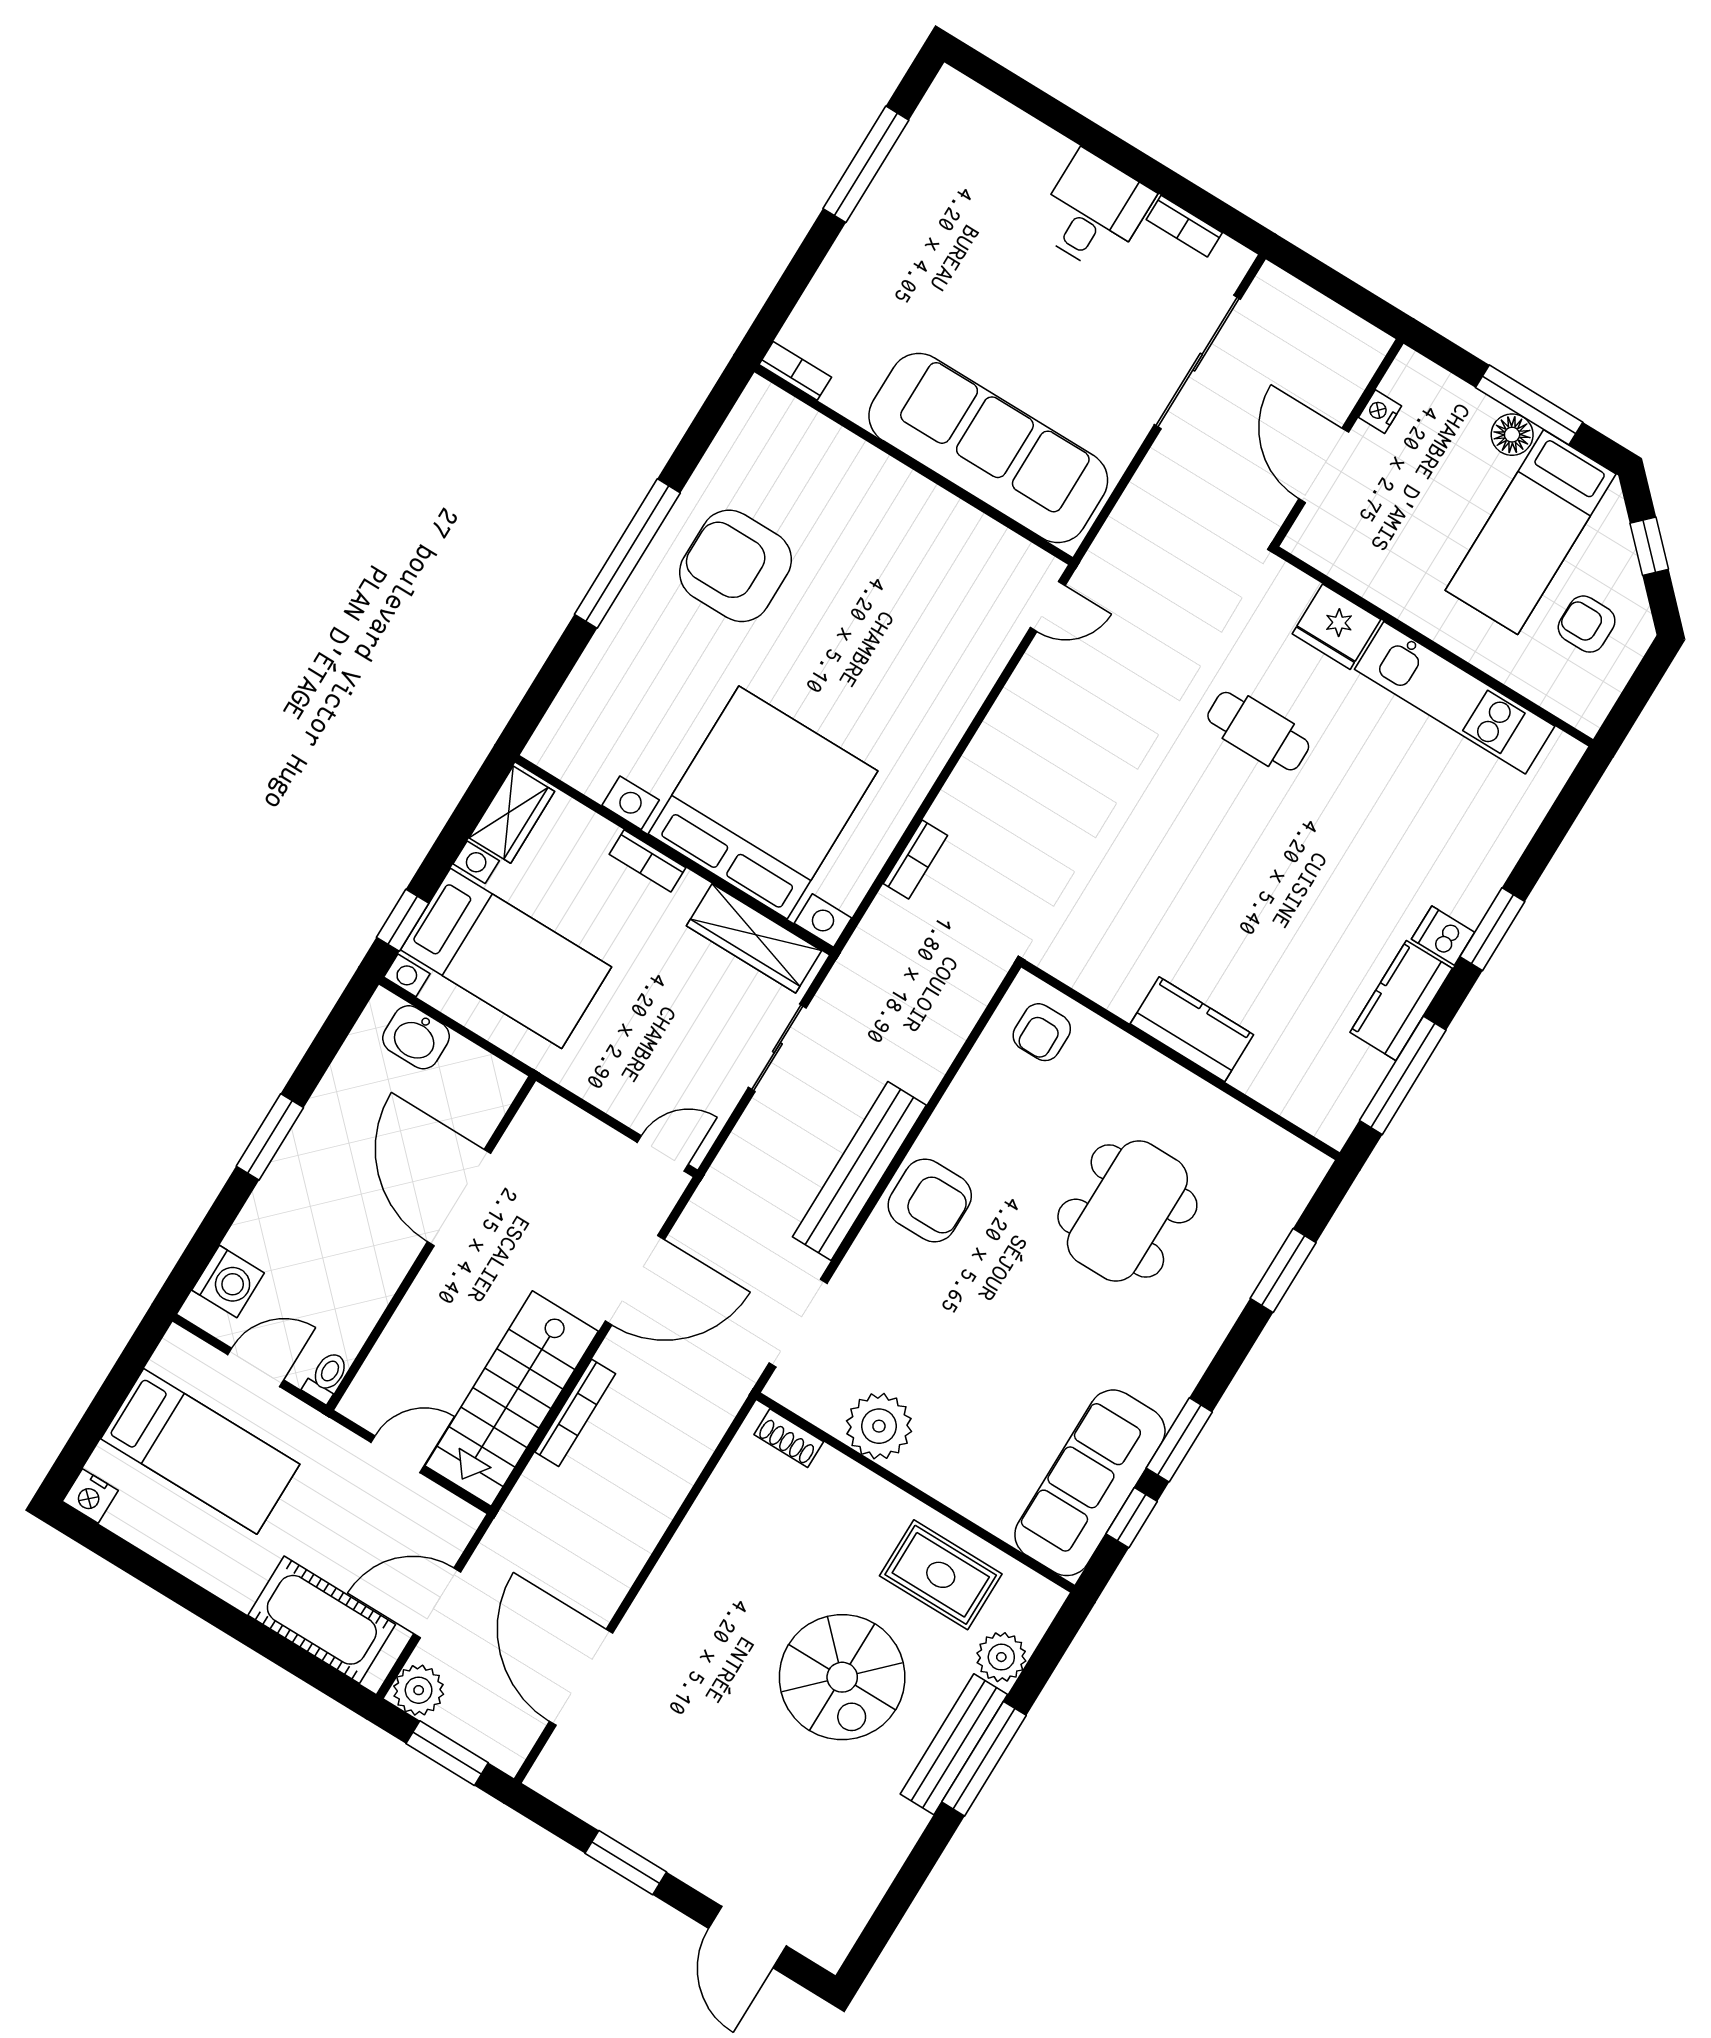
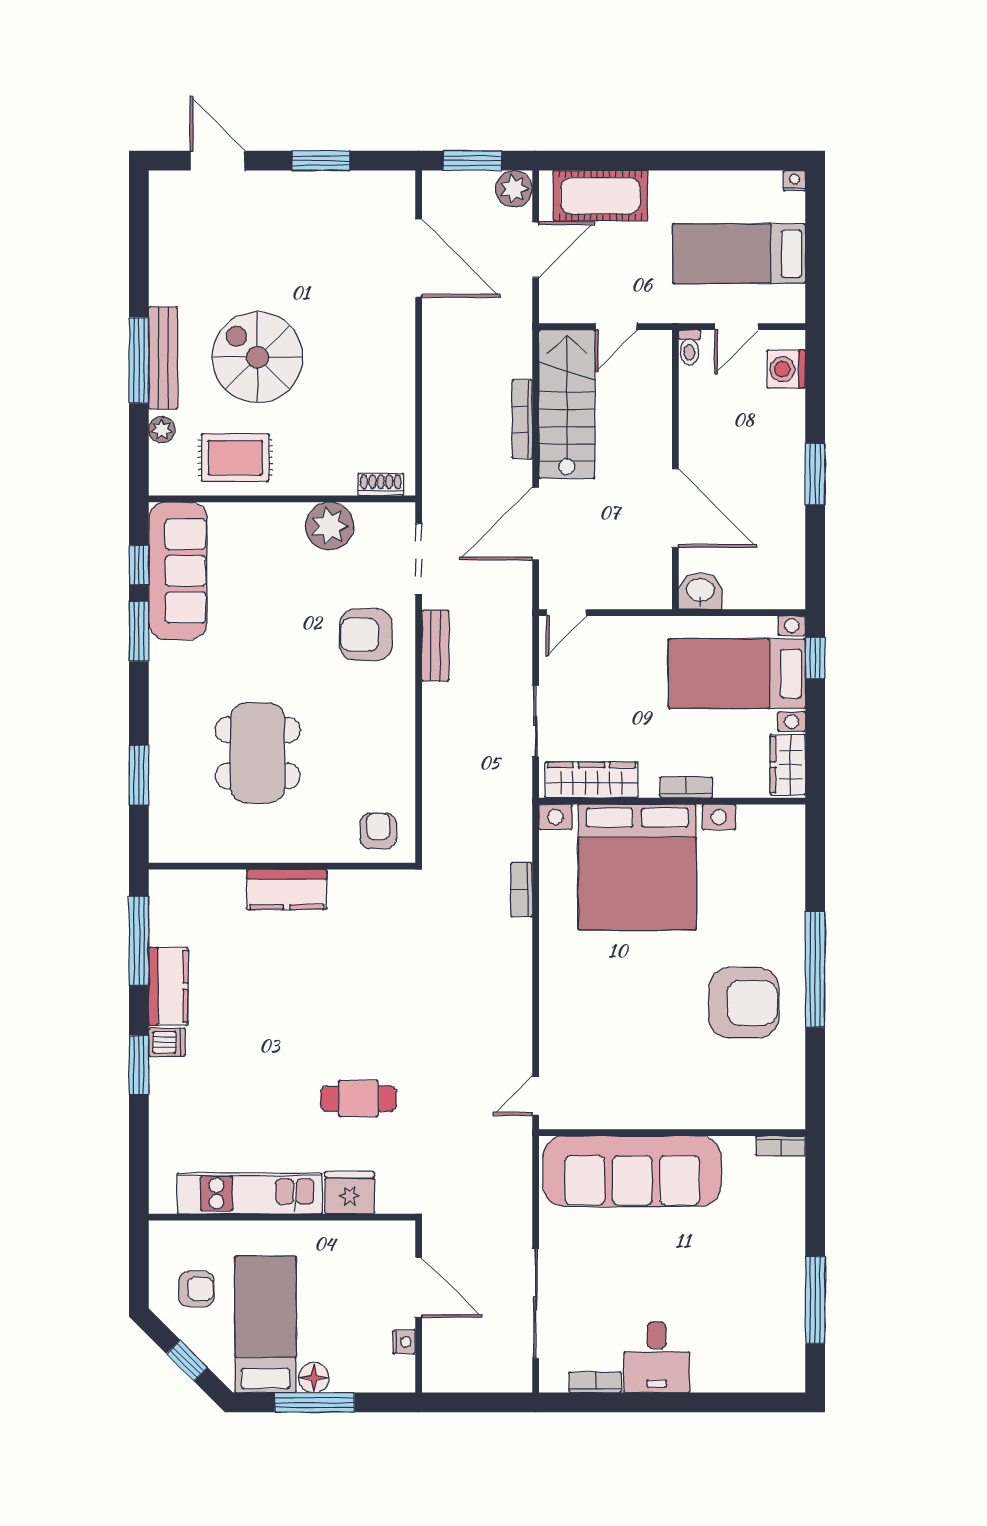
washbasin: (416, 1037) -> (700, 591), moved
bench: (859, 1171) -> (435, 646), width x0.54, depth x0.82
armchair: (930, 1200) -> (366, 635), moved
nightstand: (90, 1496) -> (794, 181), width x0.72, depth x0.74
plant: (1001, 1657) -> (162, 430), width x0.73, depth x0.73

